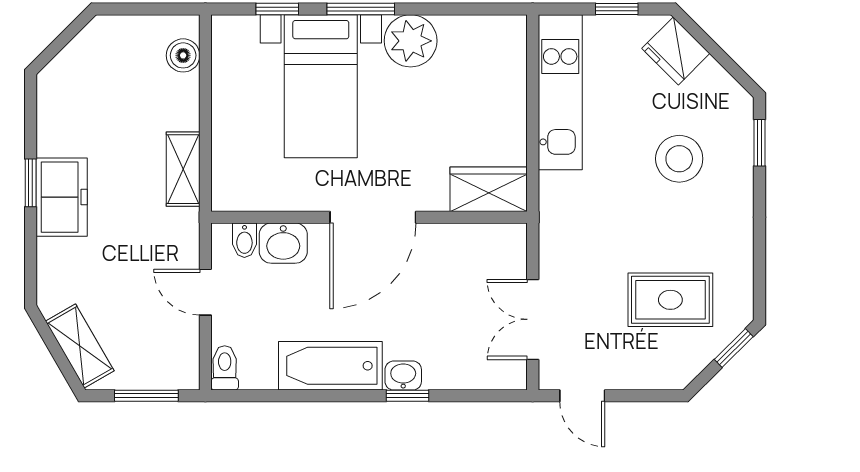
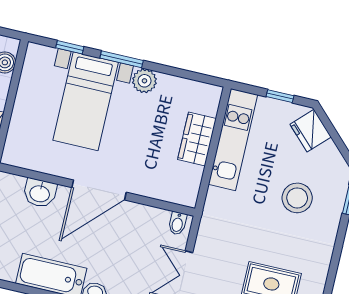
plant: (411, 41) -> (144, 81), width x0.73, depth x0.73
wardrobe: (489, 189) -> (197, 139), moved, turned -90
bidet: (244, 240) -> (177, 223), moved

